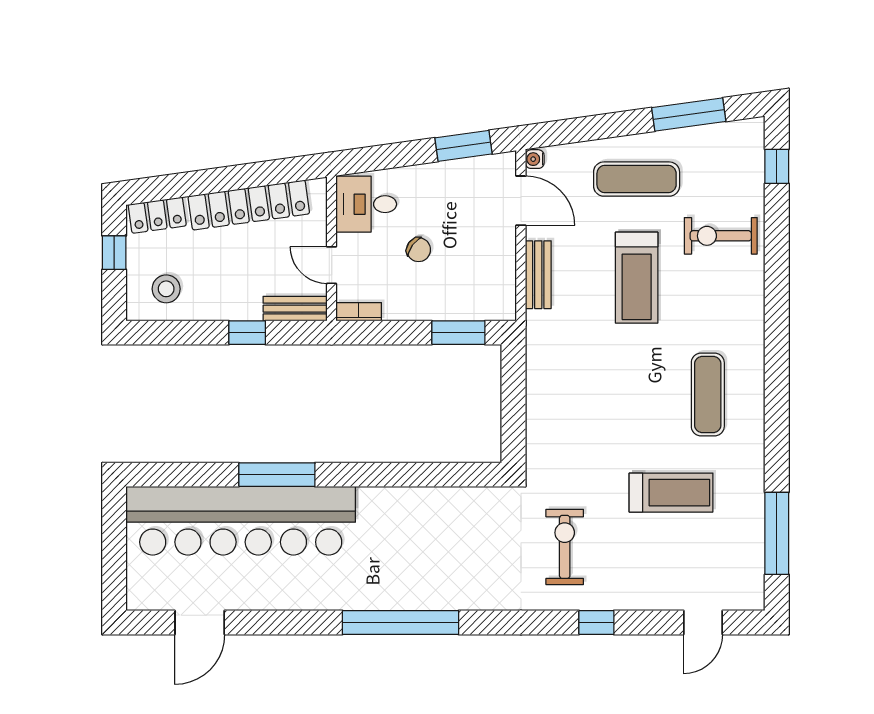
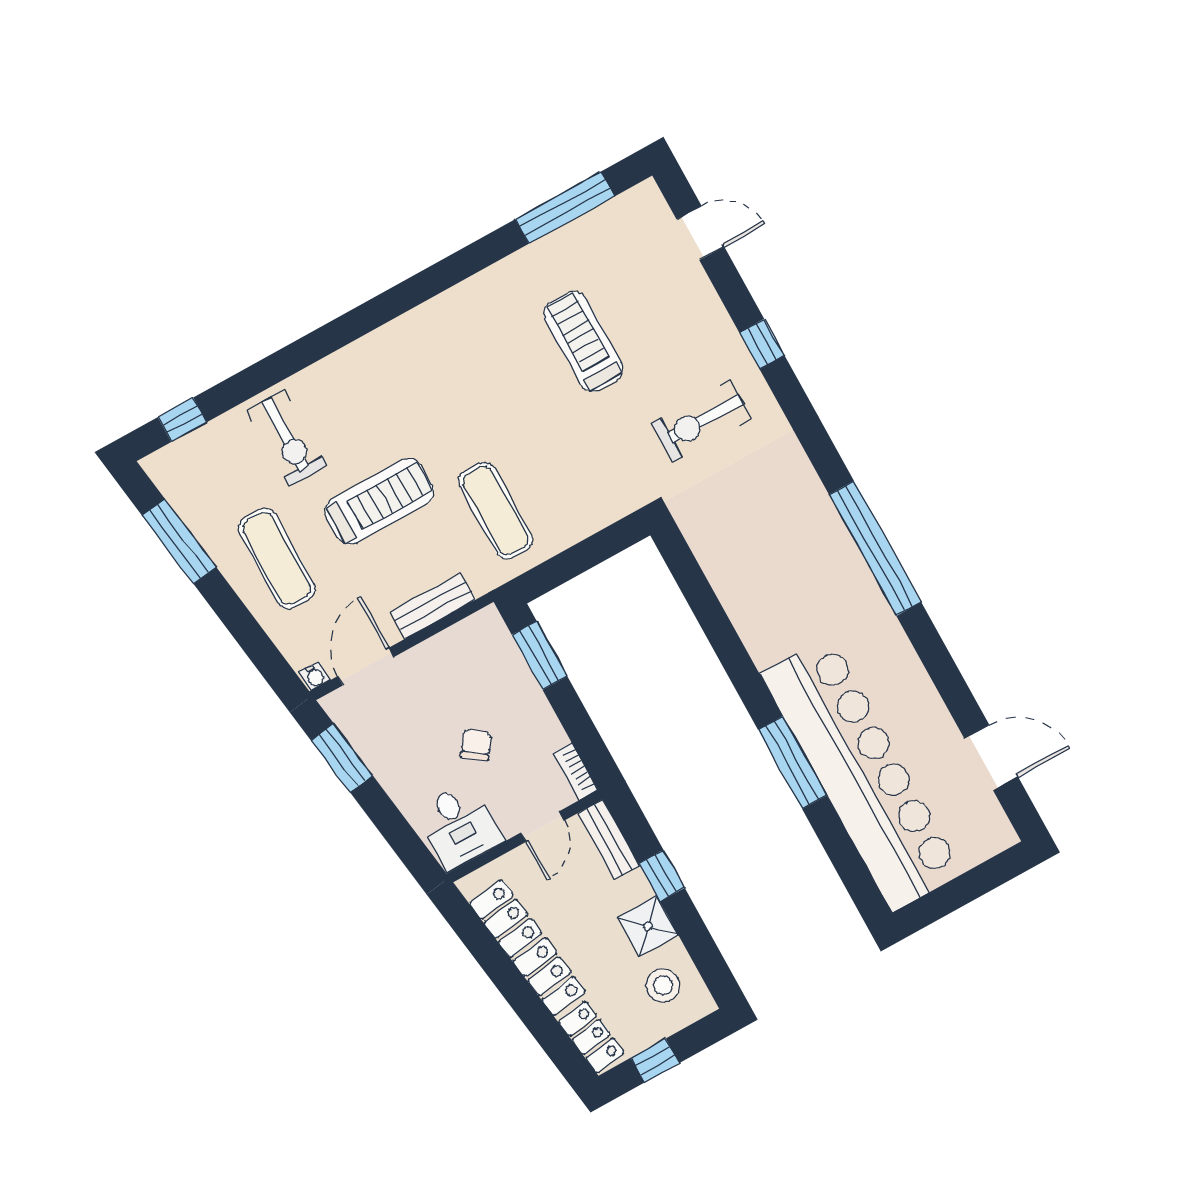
shower: (216, 302) -> (648, 926), added
exercise mat: (708, 394) -> (496, 511), moved, turned 90

